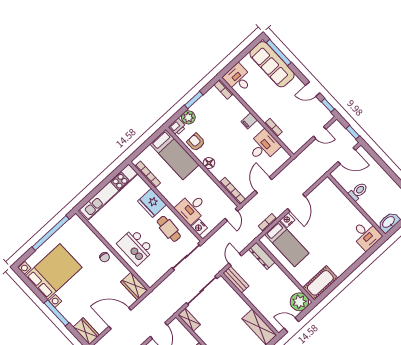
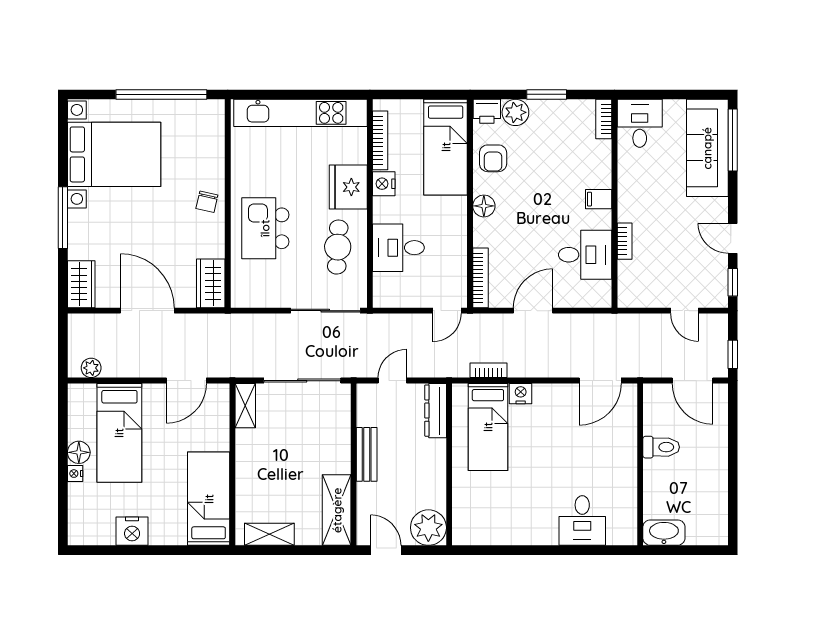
armchair: (196, 142) -> (493, 158), turned 180
door: (296, 203) -> (600, 381), moved
nightstand: (199, 227) -> (384, 184), moved
desk: (366, 235) -> (582, 520), moved
bench: (236, 280) -> (367, 454), moved
cot: (320, 283) -> (484, 528), removed

